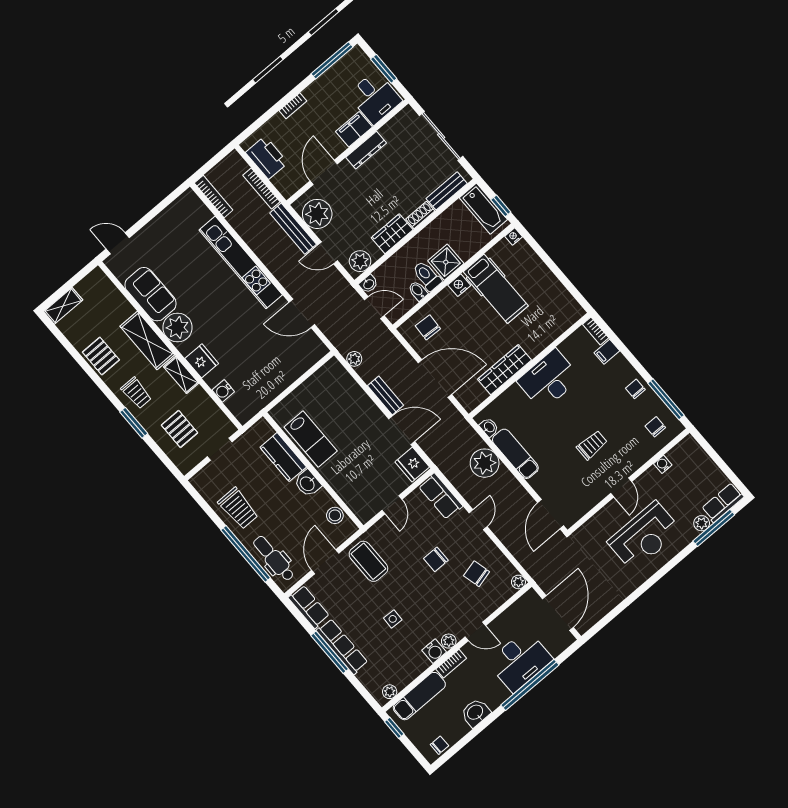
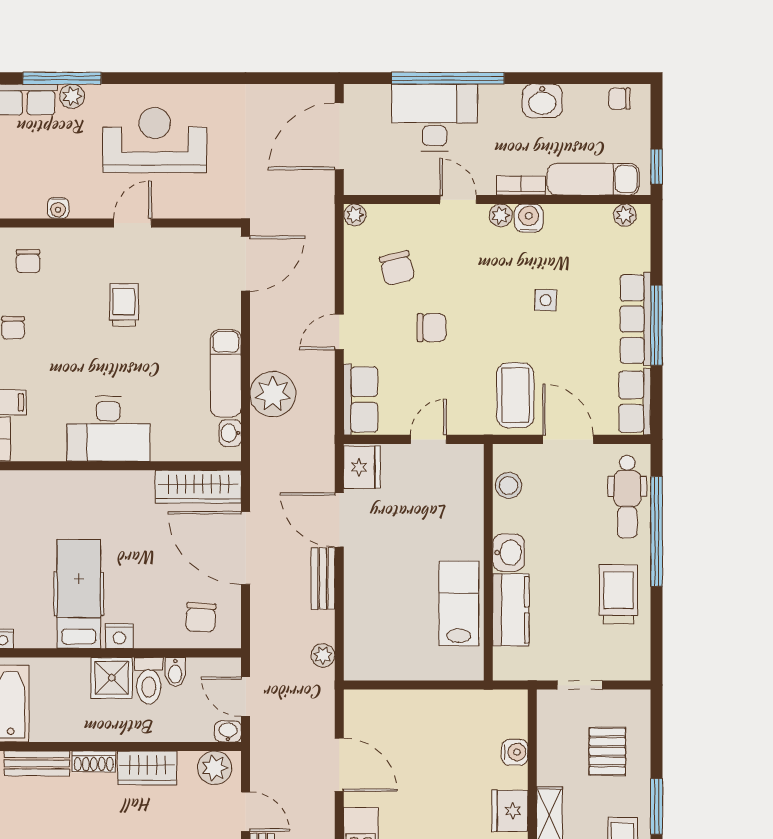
wardrobe: (505, 370) -> (198, 487), moved
trolley: (592, 445) -> (124, 305), turned 90
door: (325, 562) -> (568, 439), swing flipped

